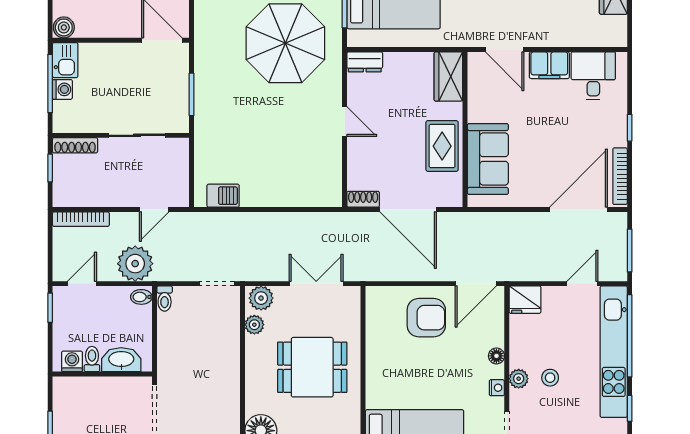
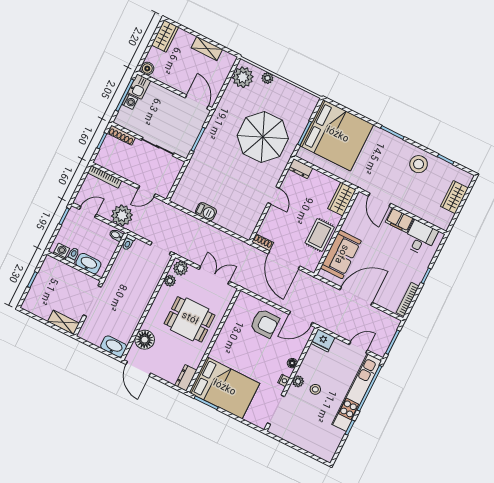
barbecue: (223, 196) -> (206, 212), moved
door: (579, 209) -> (356, 296), moved

